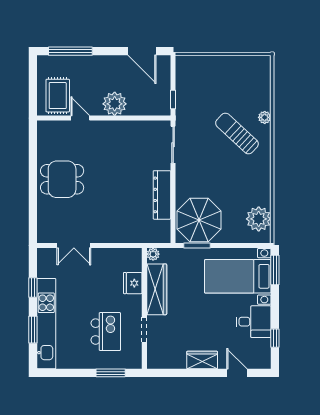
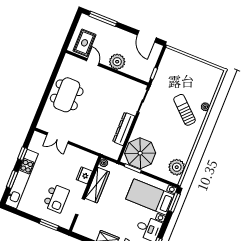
dining table: (62, 179) -> (67, 95), width x1.38

